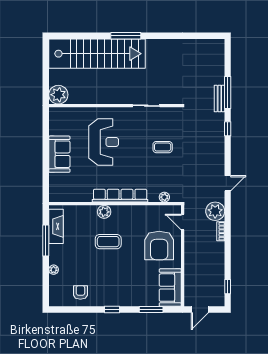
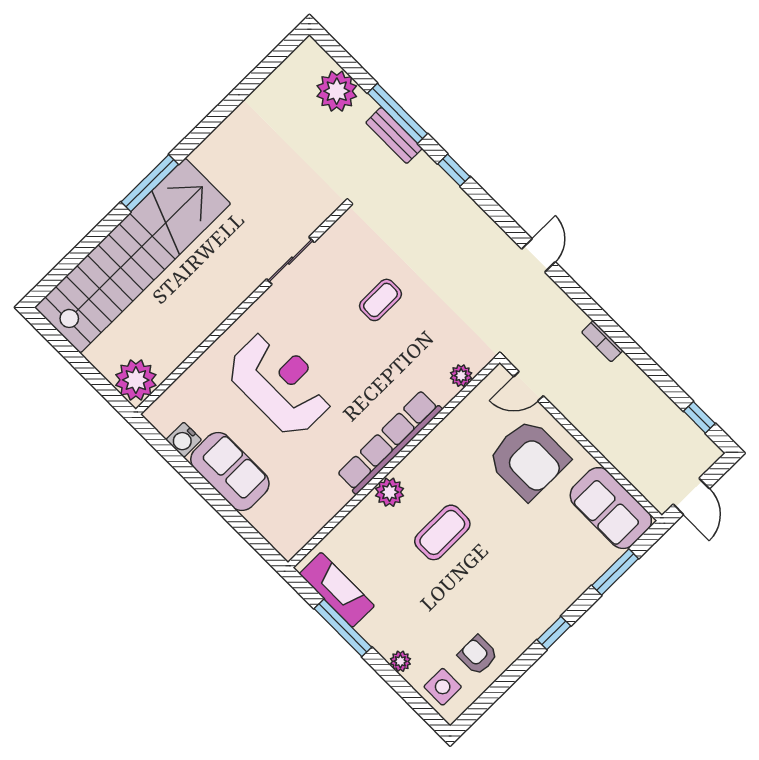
water cooler: (55, 129) -> (184, 440), added
plant: (215, 211) -> (337, 91), moved
side table: (59, 291) -> (443, 687), added

